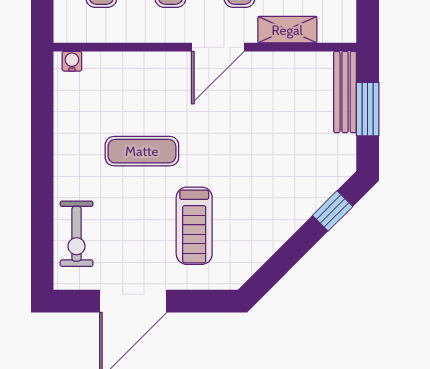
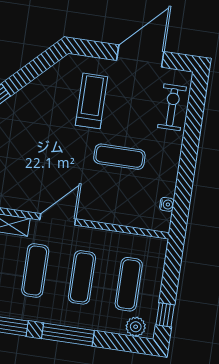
water cooler: (72, 61) -> (167, 204), moved, turned -90

